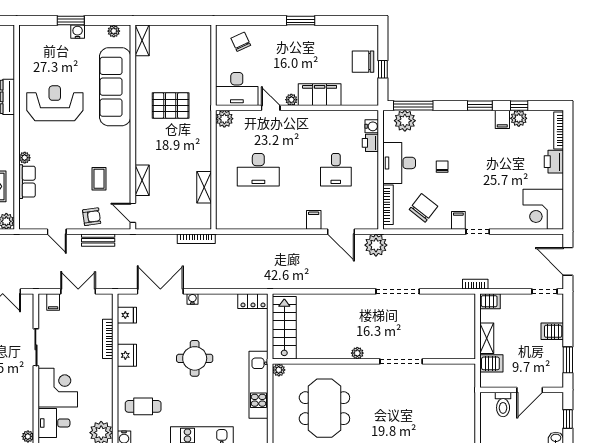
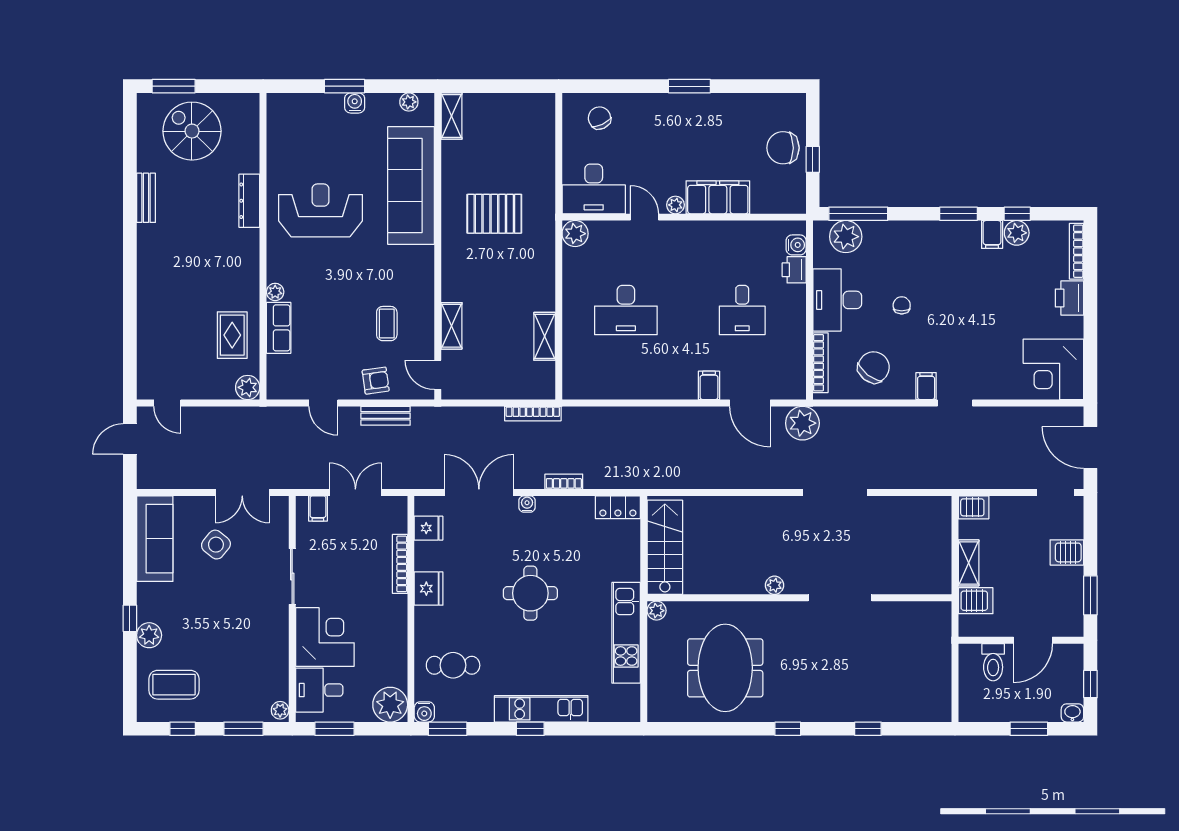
bookcase: (475, 284) -> (564, 482), moved

